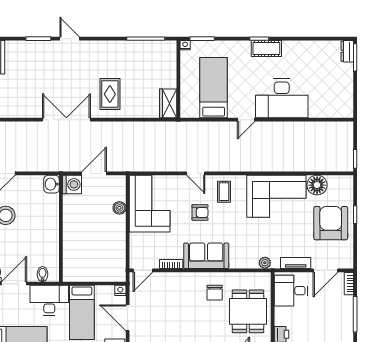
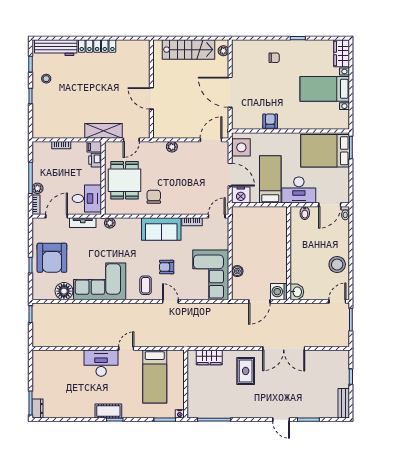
desk: (282, 98) -> (101, 363), width x0.73, depth x0.77
wardrobe: (168, 103) -> (209, 357), moved, turned 90
nightstand: (120, 290) -> (241, 195), width x1.89, depth x1.79
plant: (347, 302) -> (37, 188), added

